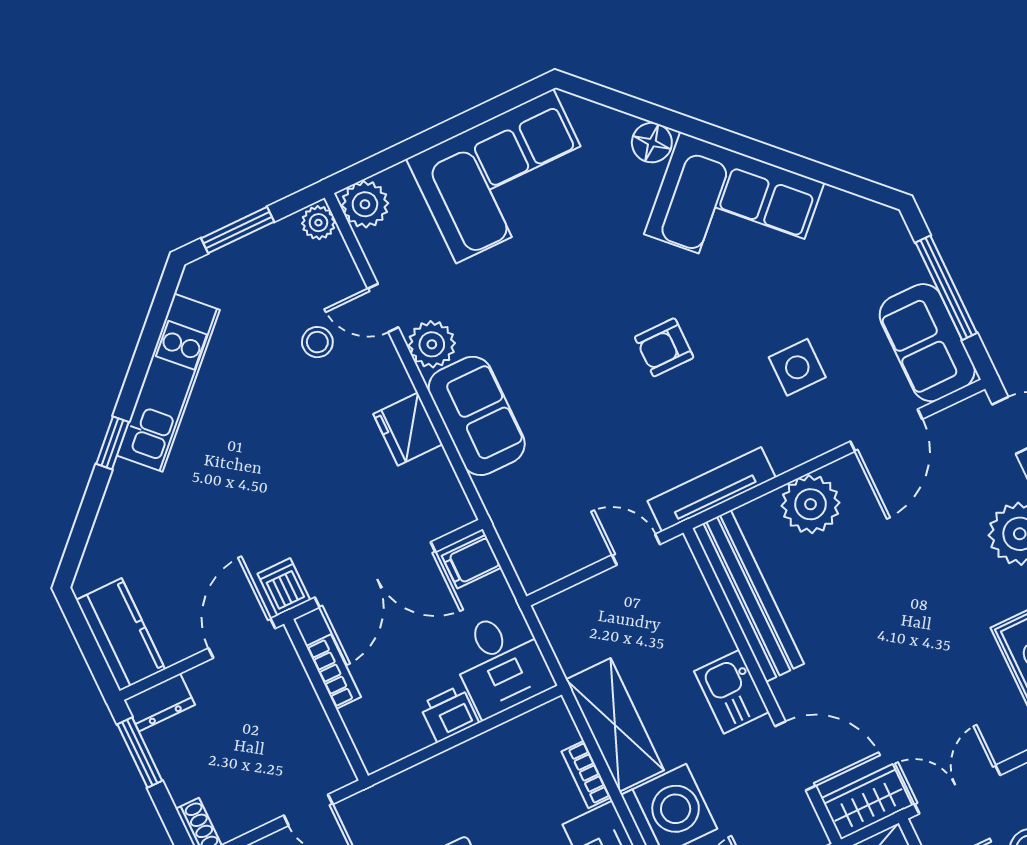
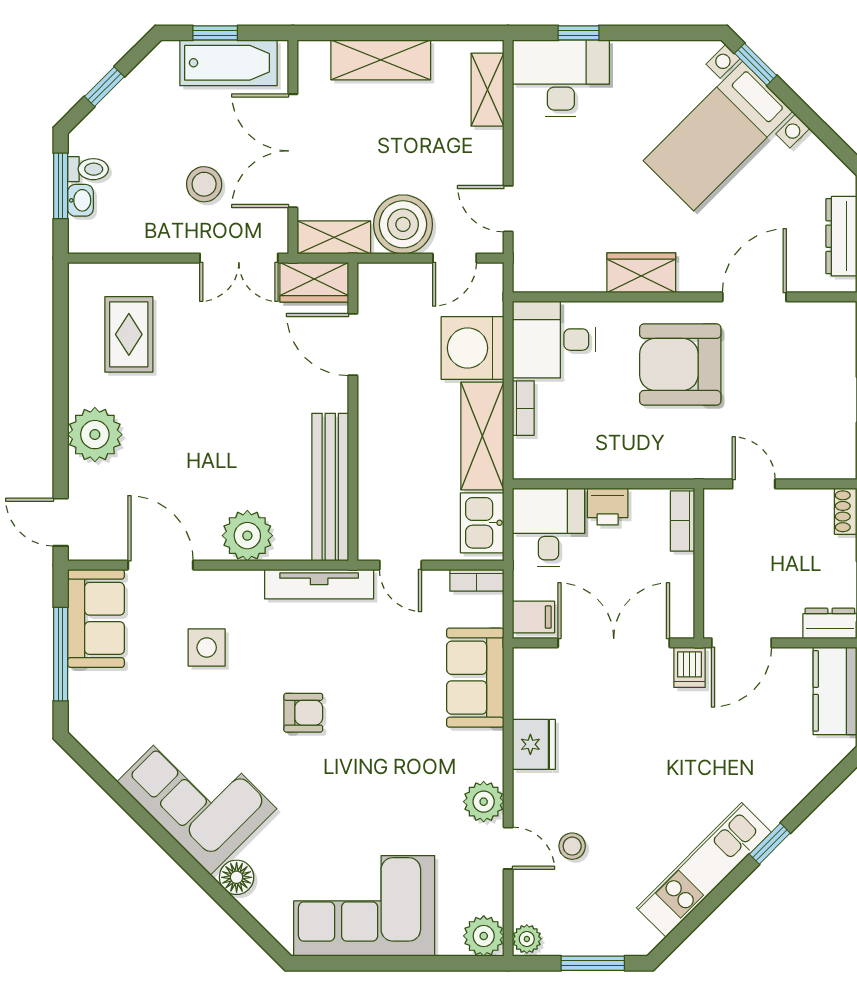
sofa: (477, 416) -> (475, 678), moved
door: (886, 430) -> (161, 565), hinge flipped
bookcase: (549, 572) -> (477, 580), added
bookcase: (333, 672) -> (682, 521), moved
kitchen sink: (732, 692) -> (482, 523), moved, turned 180

